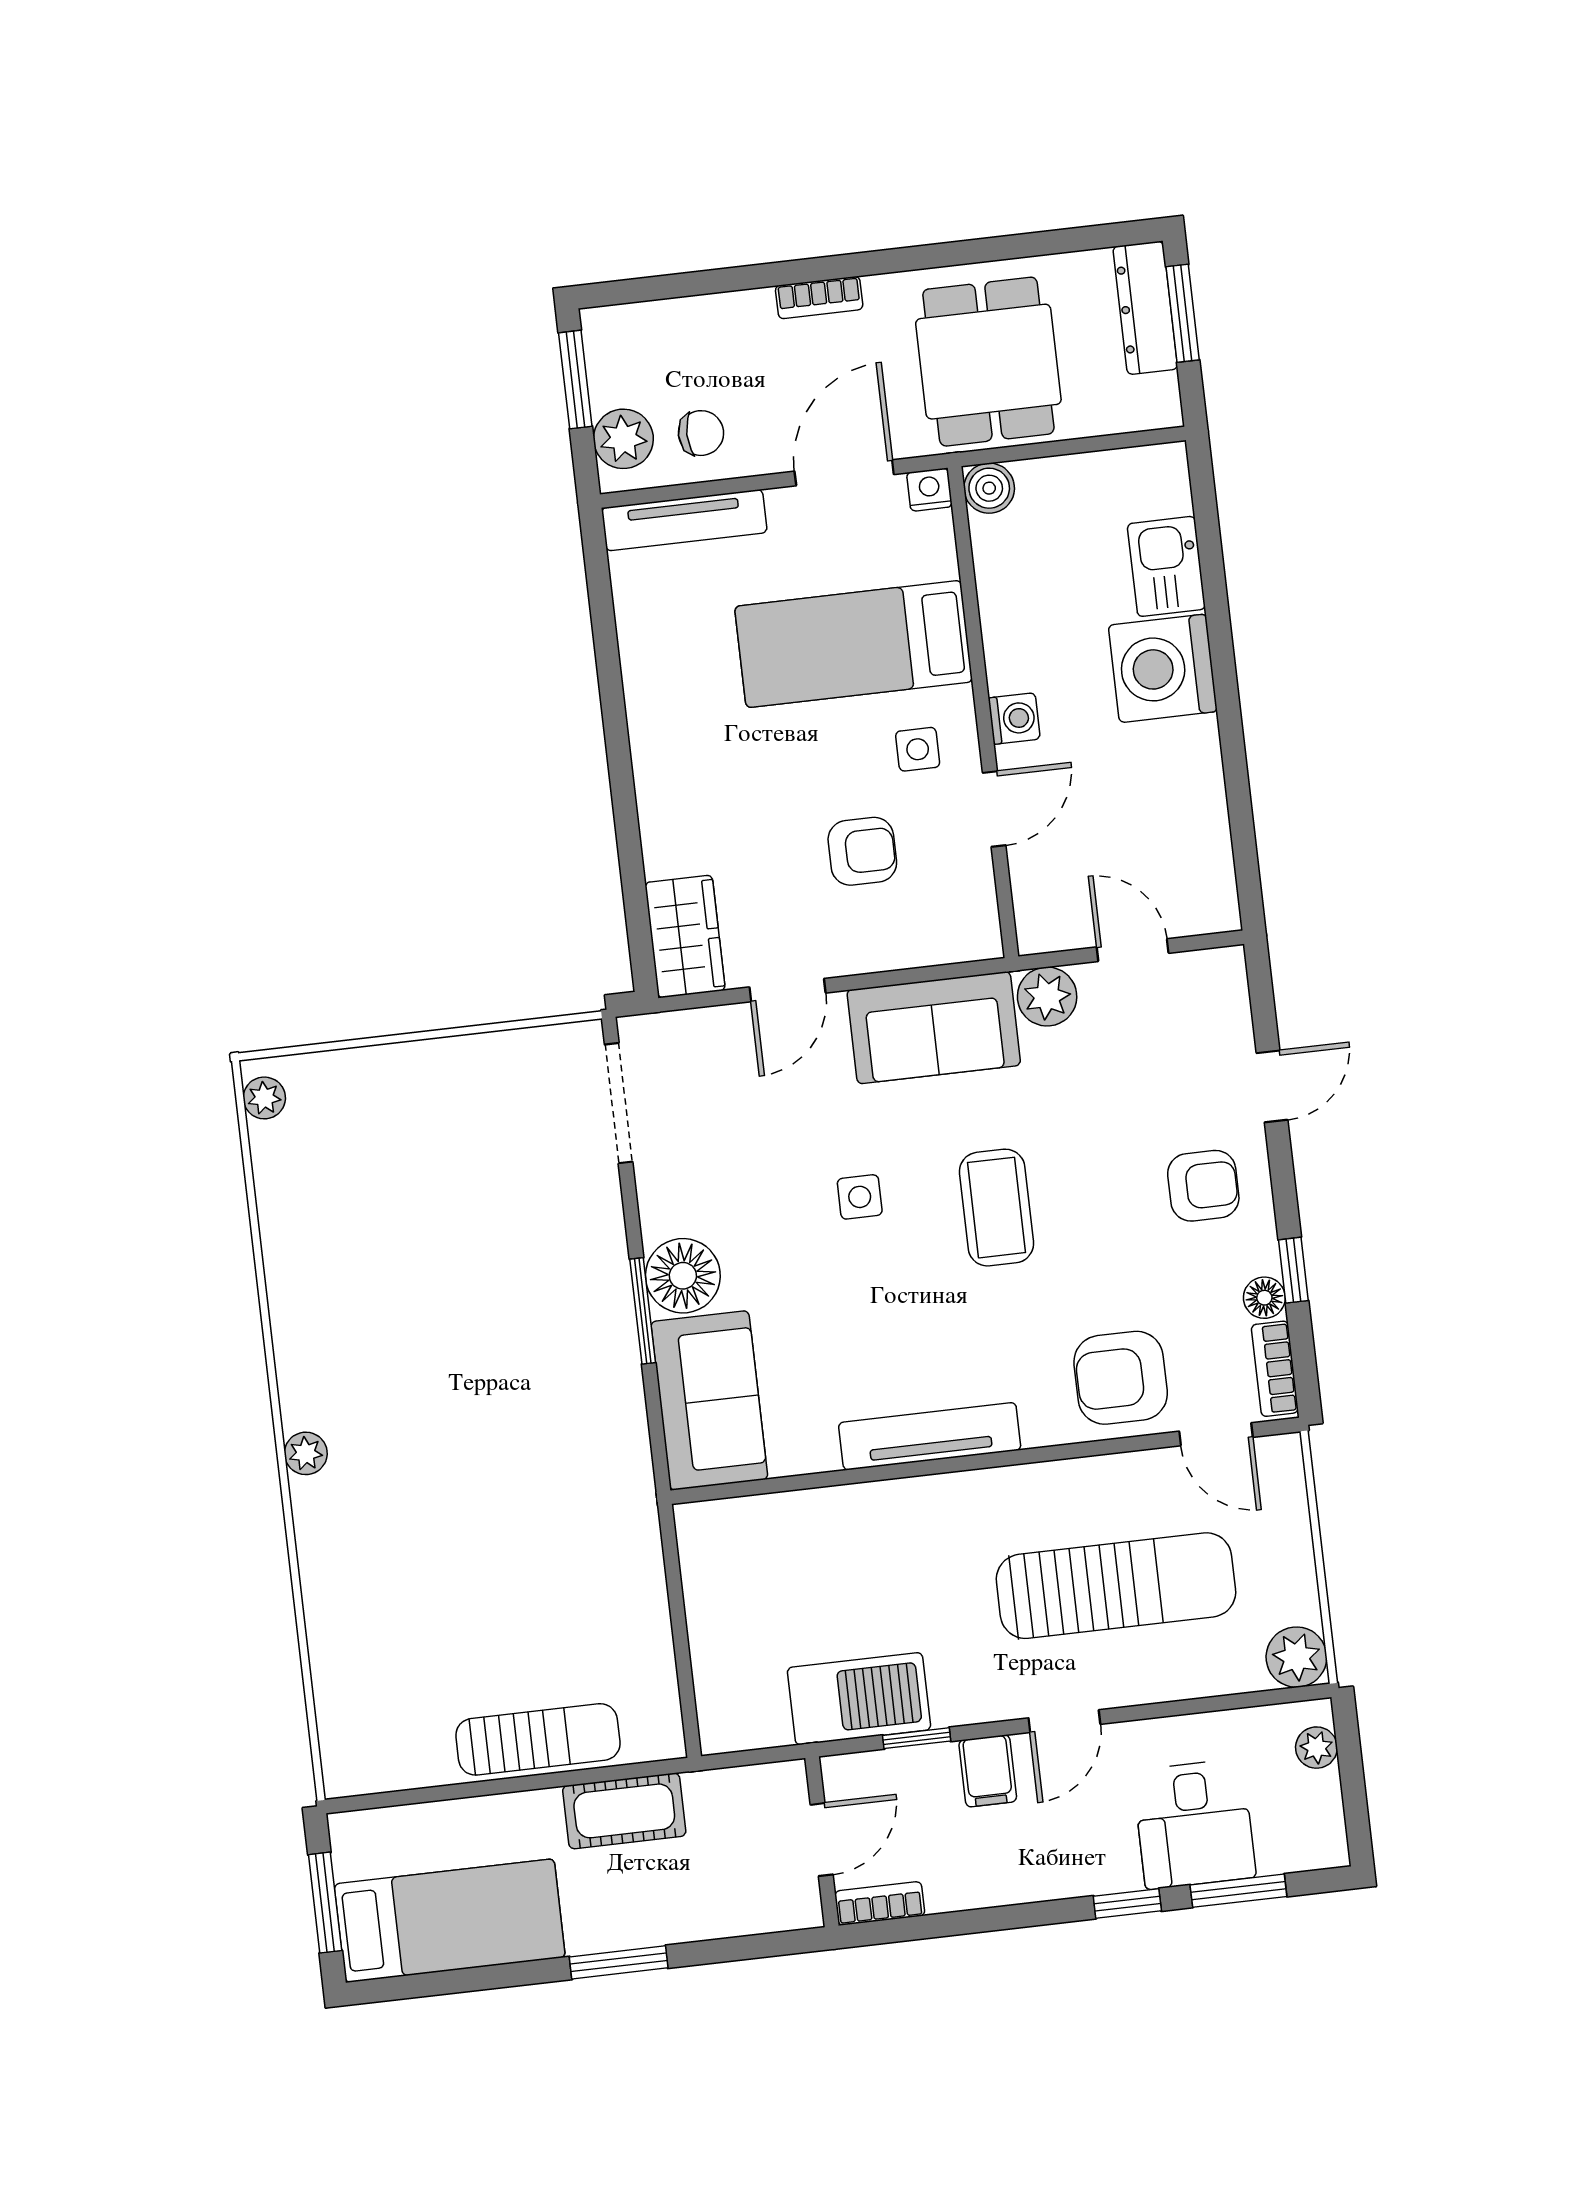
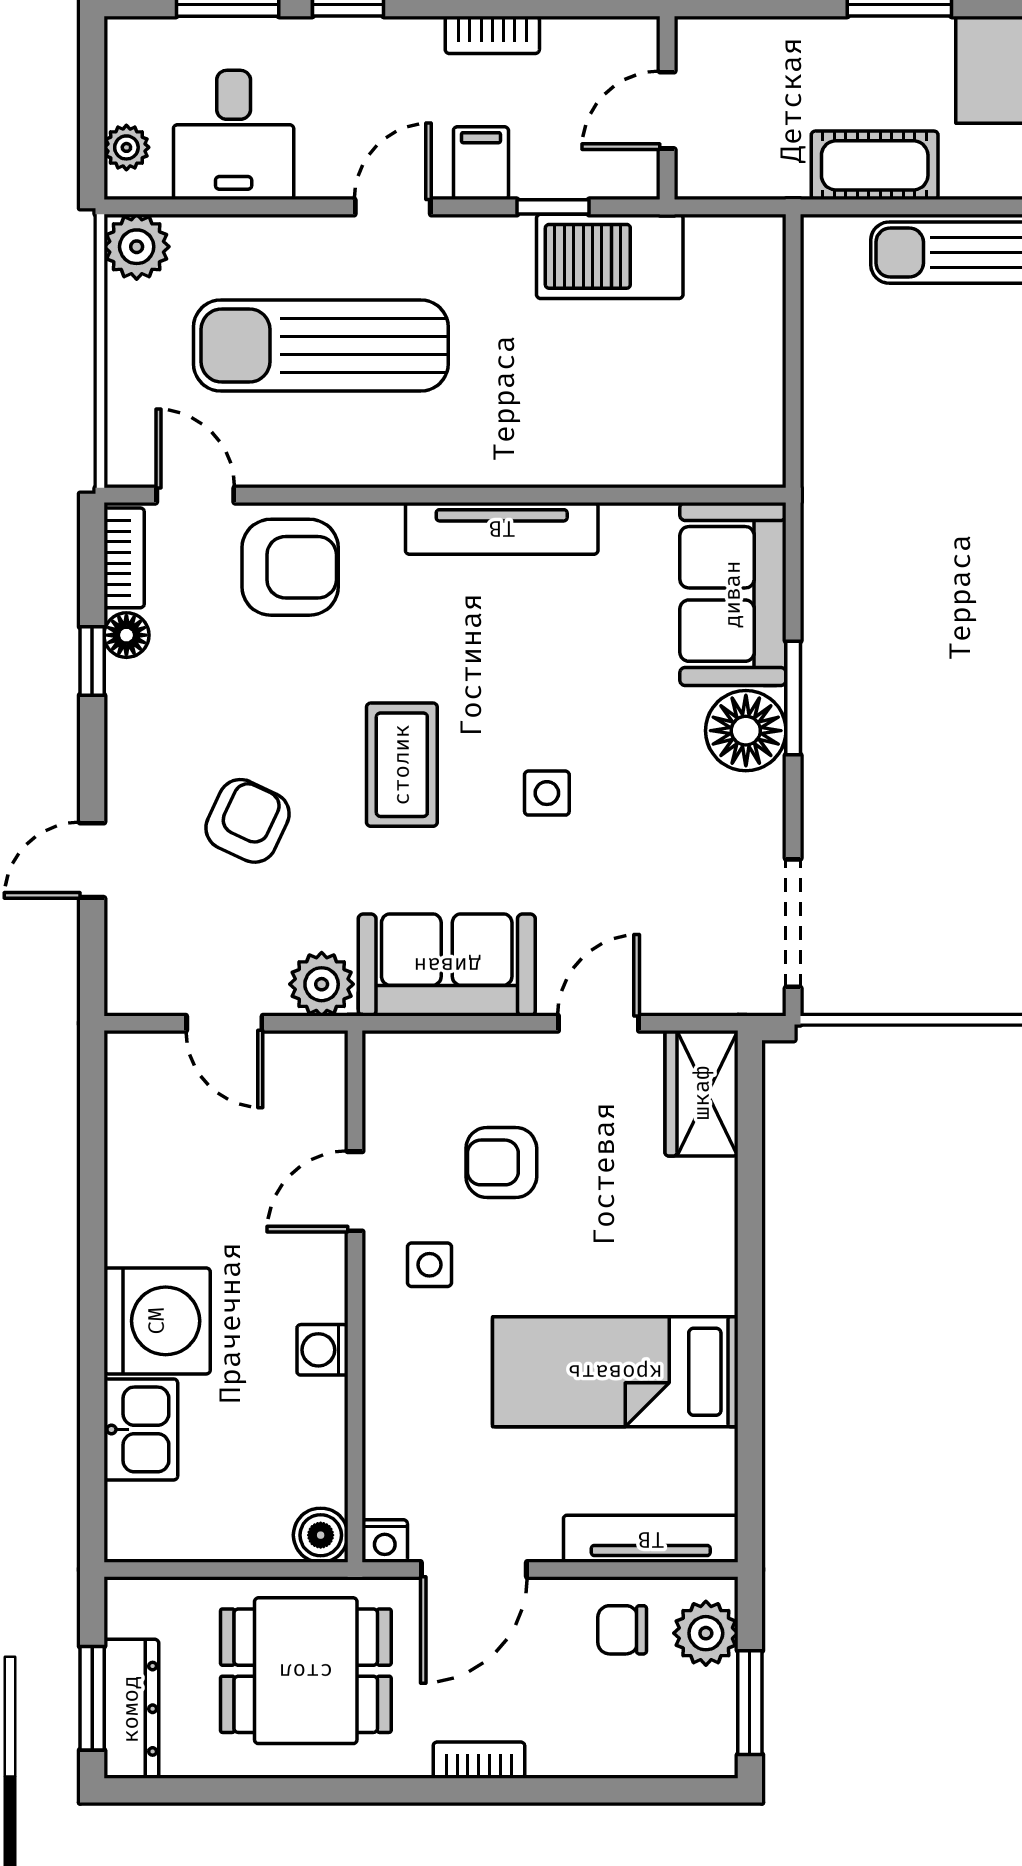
dining table: (988, 362) -> (306, 1671), turned 90
bed: (854, 644) -> (615, 1372), moved, turned 180
washing machine: (1014, 718) -> (322, 1350), moved
armchair: (1203, 1186) -> (247, 821), moved, turned 115
desk: (1194, 1824) -> (234, 135), moved, turned 180
bookcase: (880, 1903) -> (492, 35), moved

